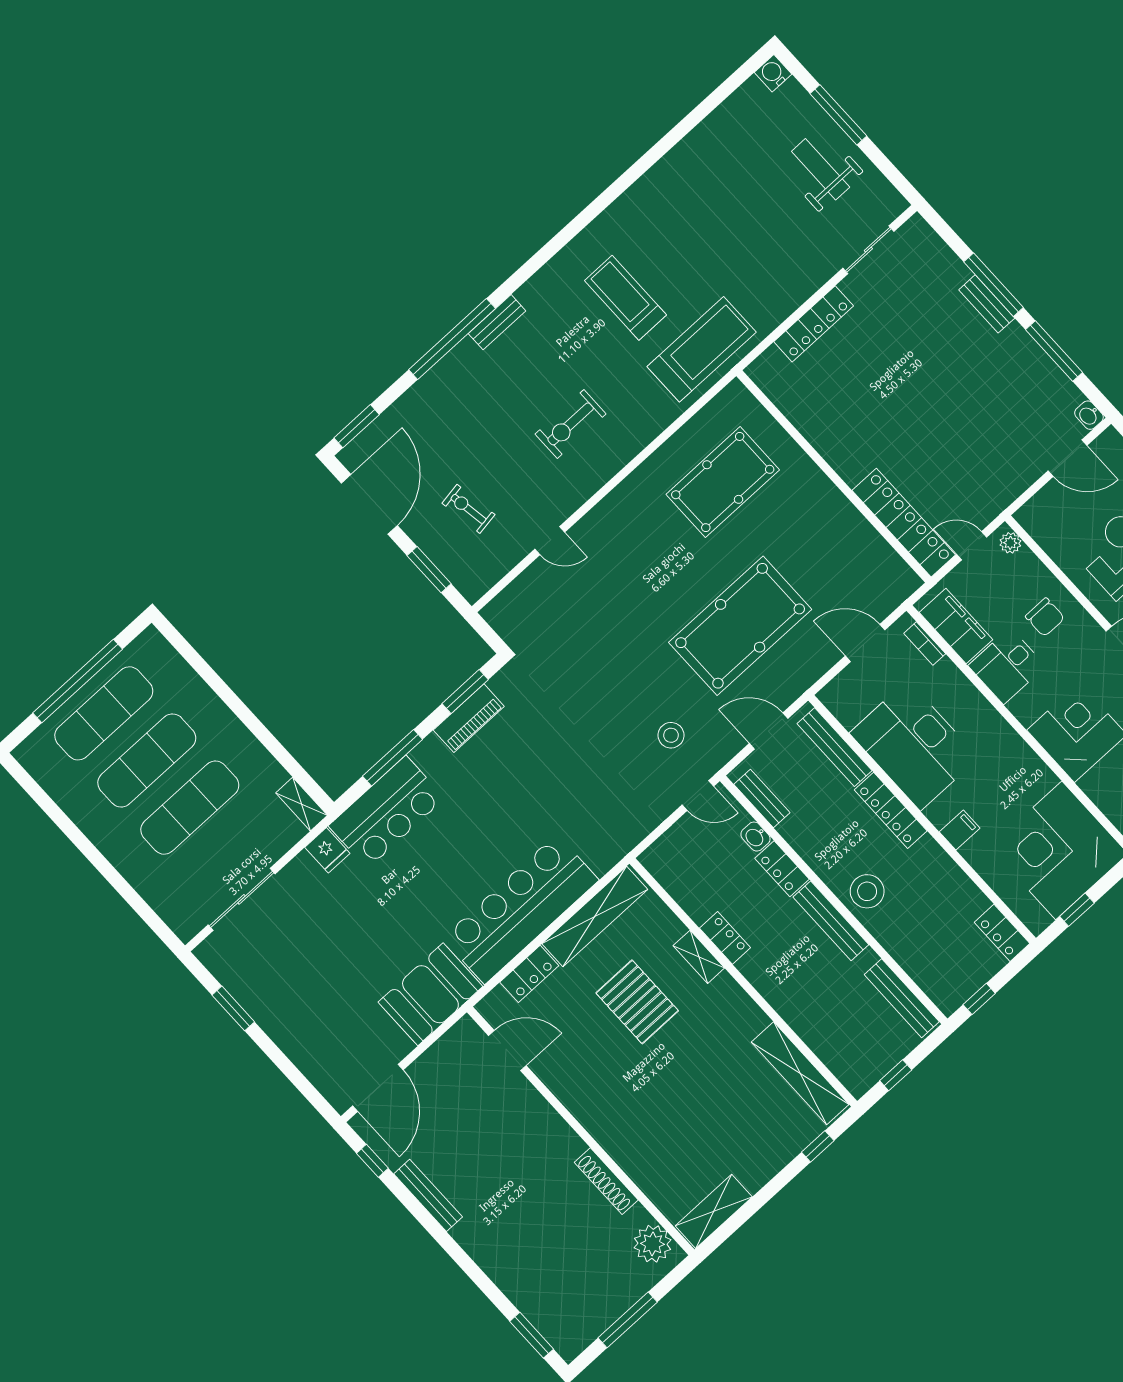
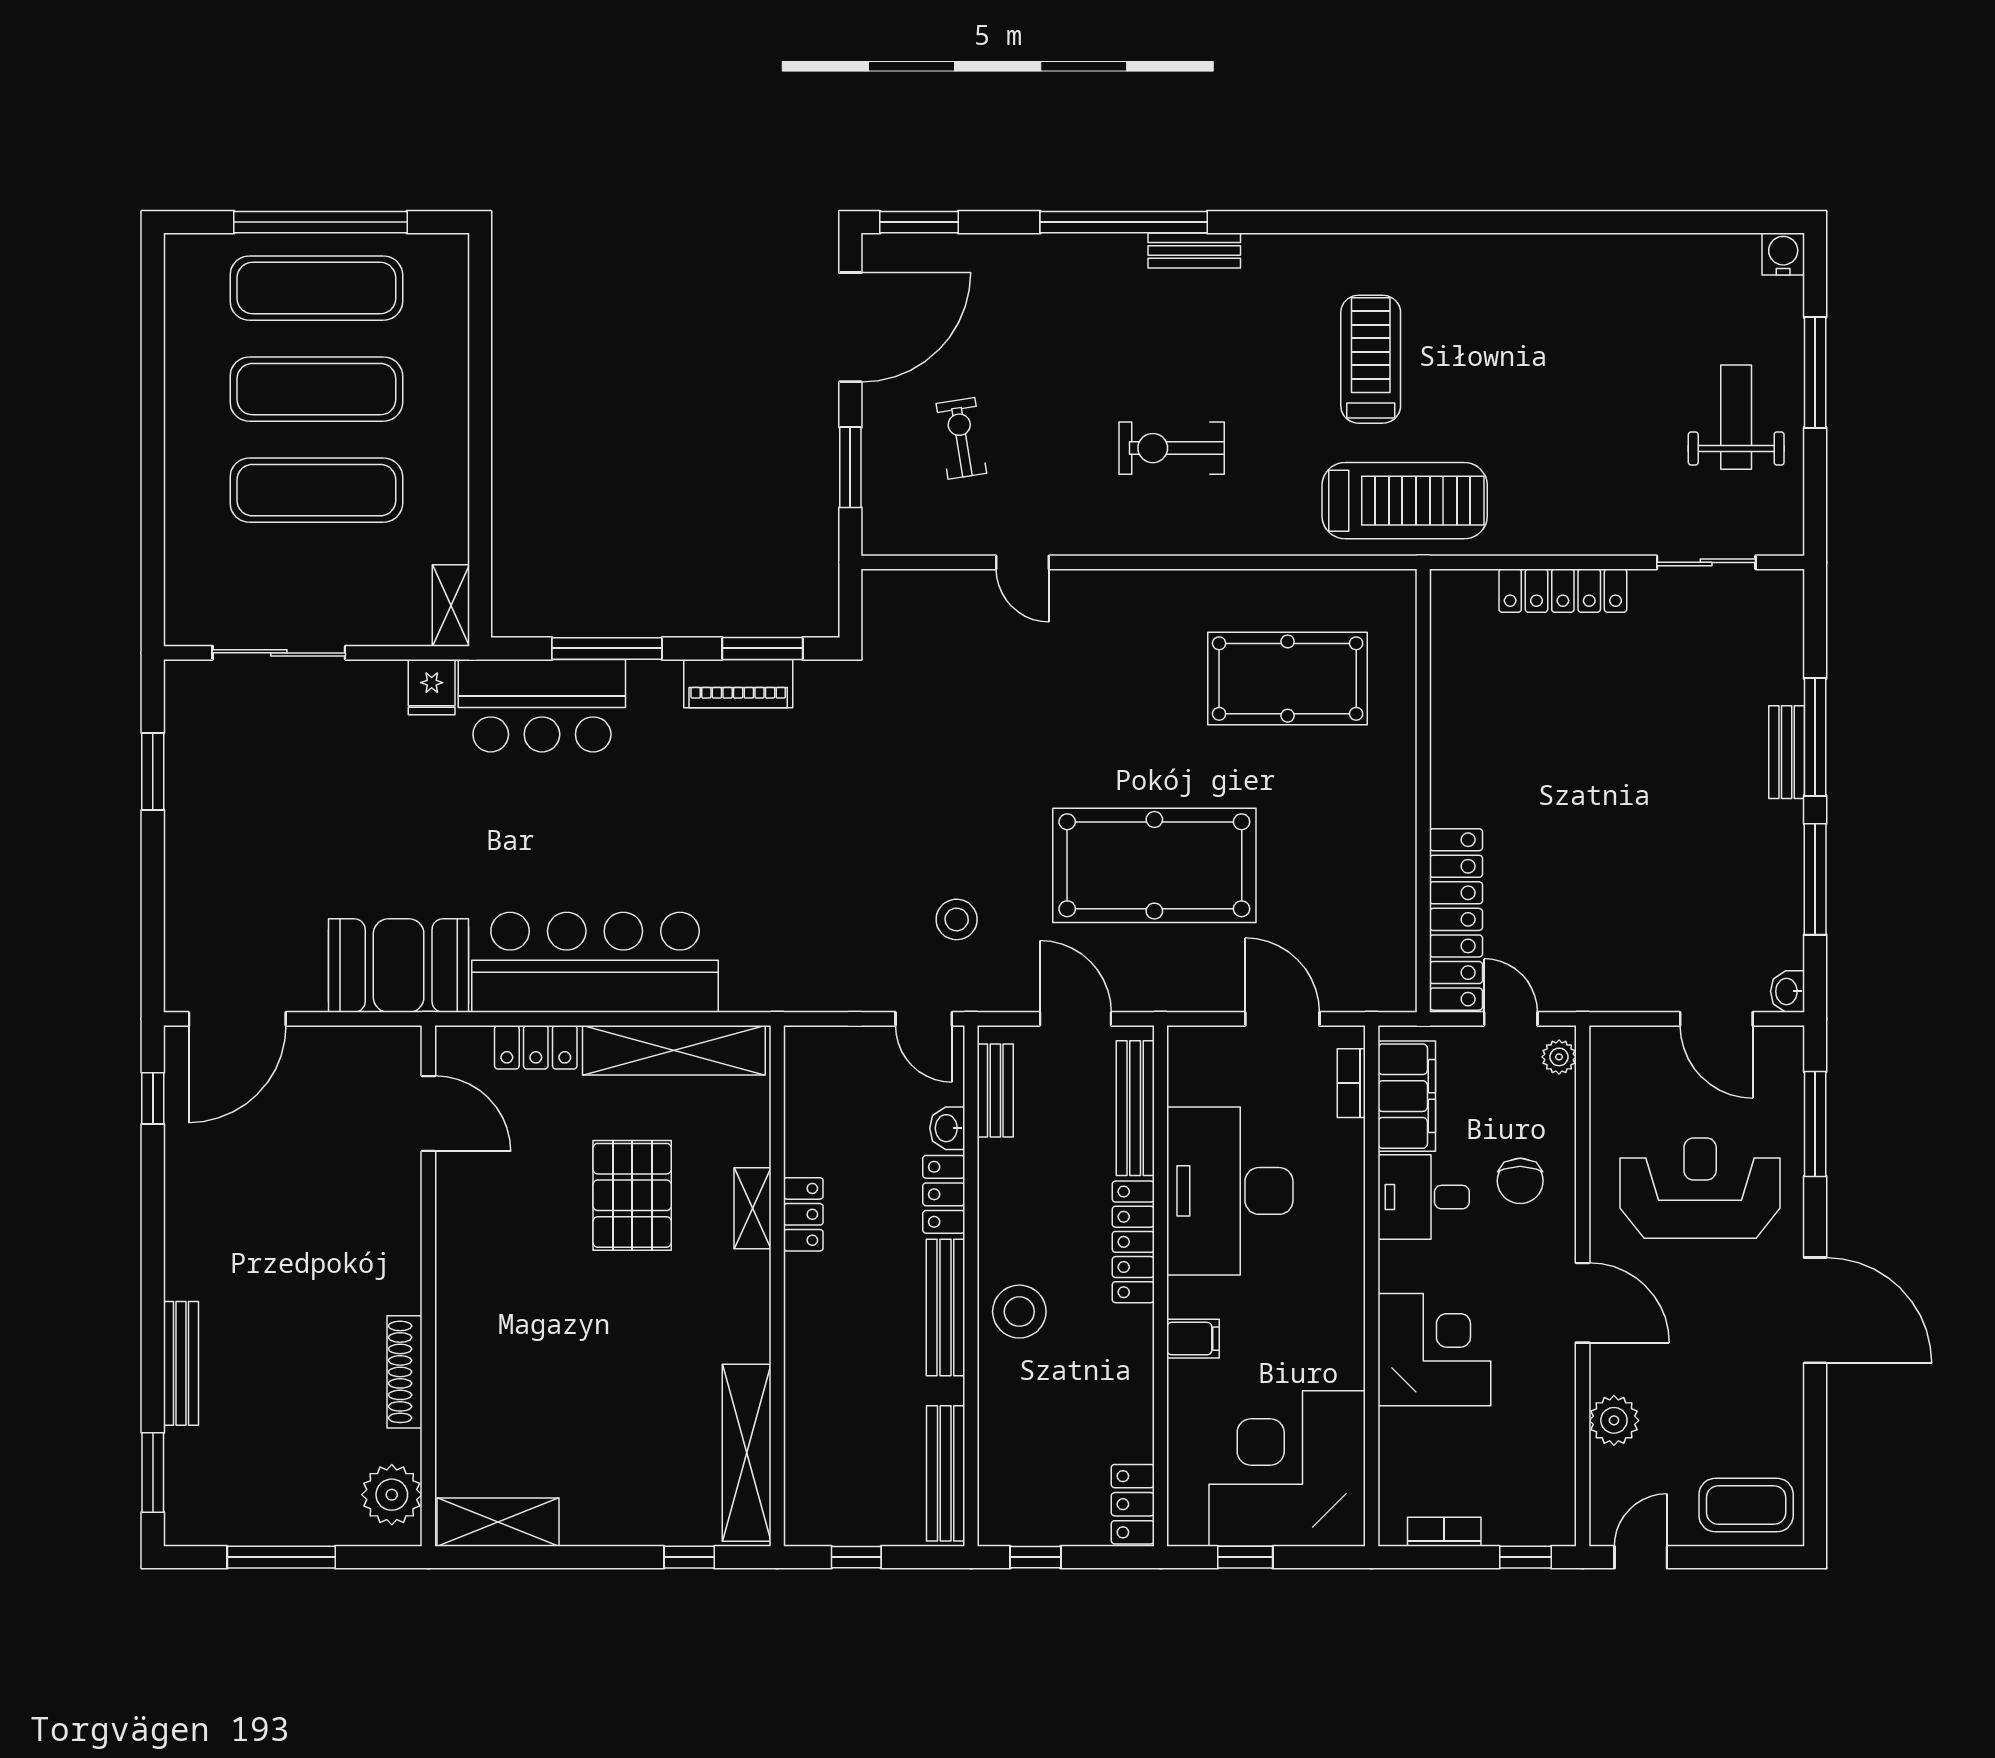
bench: (428, 1195) -> (181, 1363), moved

